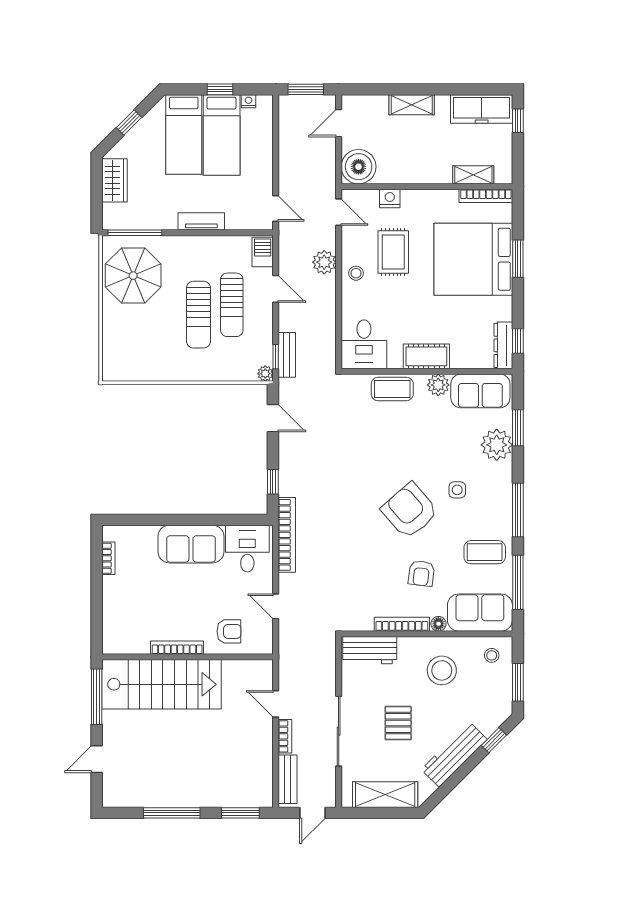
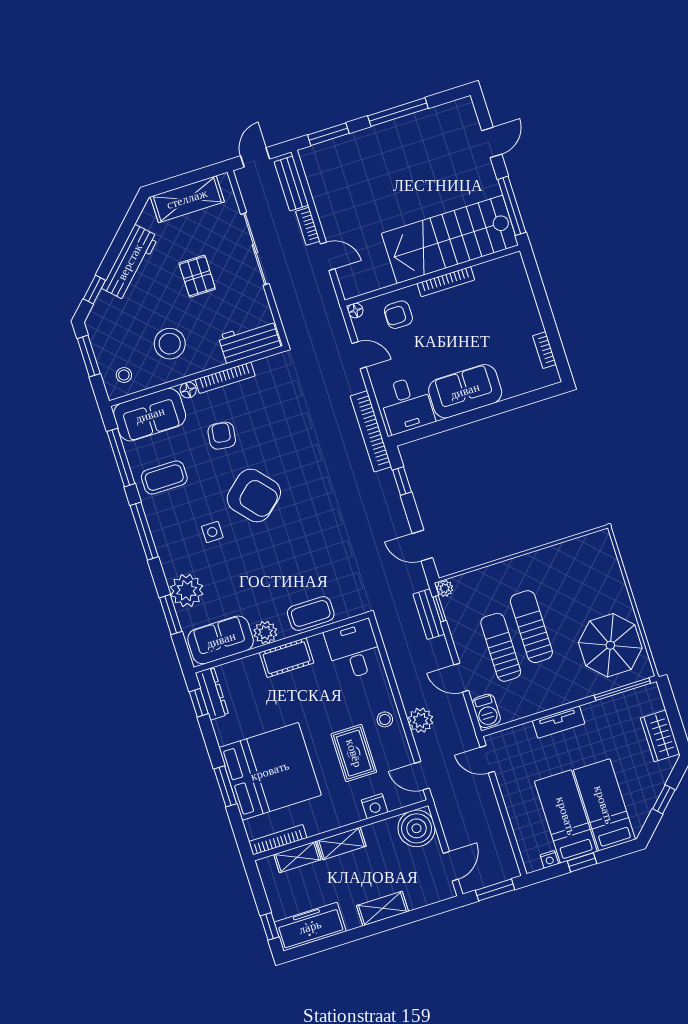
shelving: (430, 174) -> (341, 844), added
floor lamp: (266, 647) -> (355, 310), added

